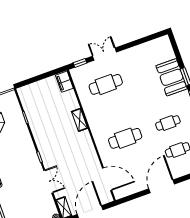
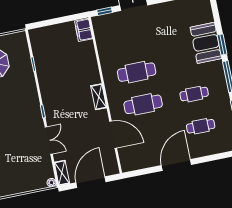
cafe table: (106, 84) -> (137, 72), moved
shelving: (80, 120) -> (99, 97), moved
door: (107, 179) -> (113, 135), moved

